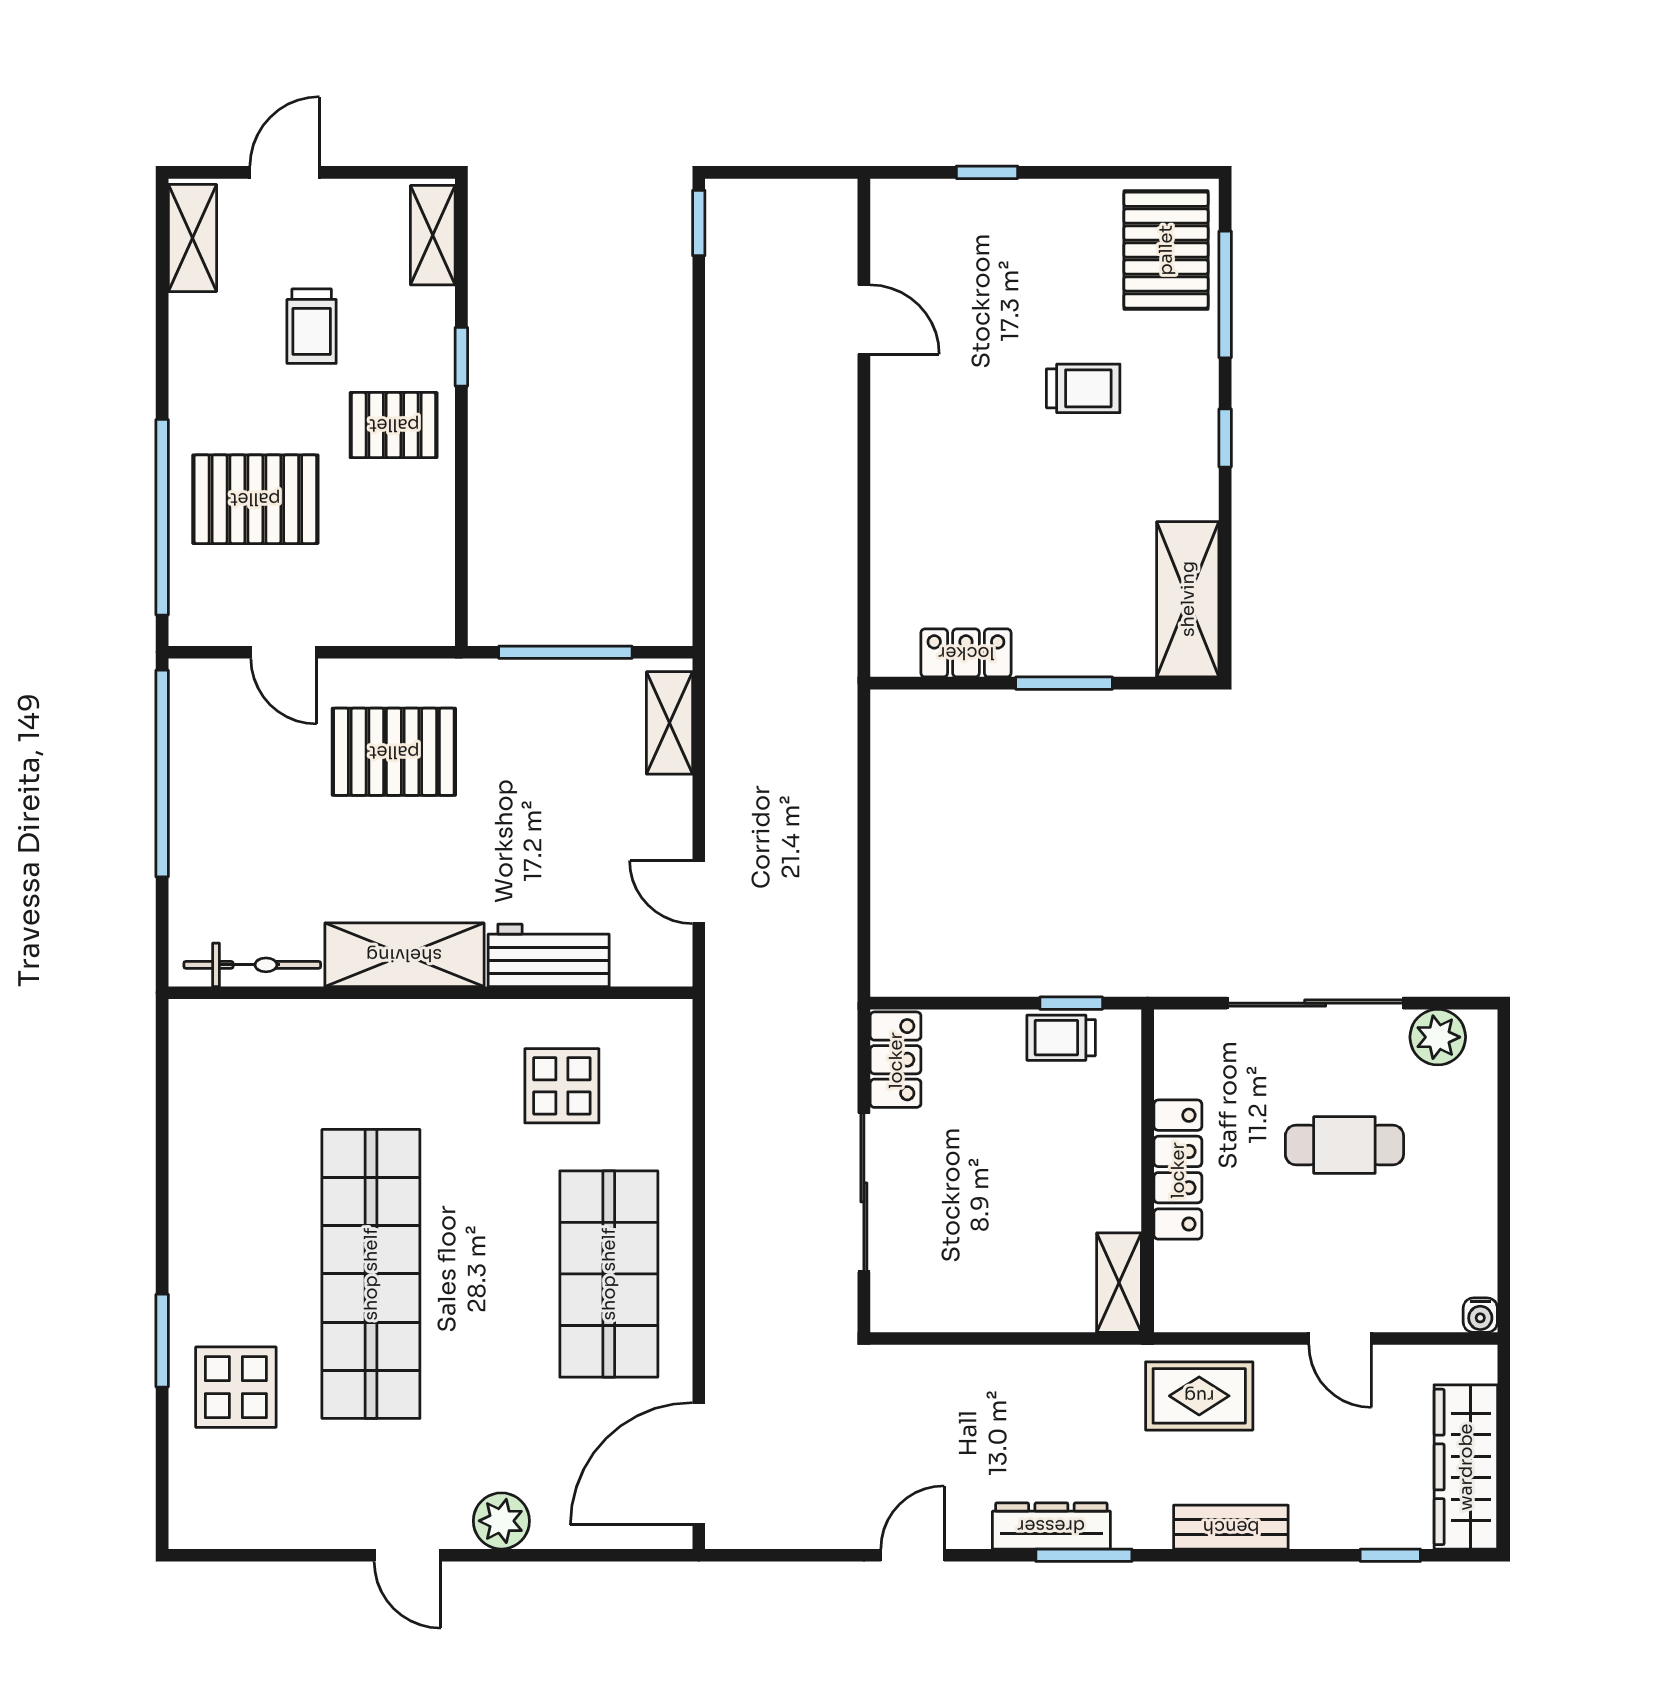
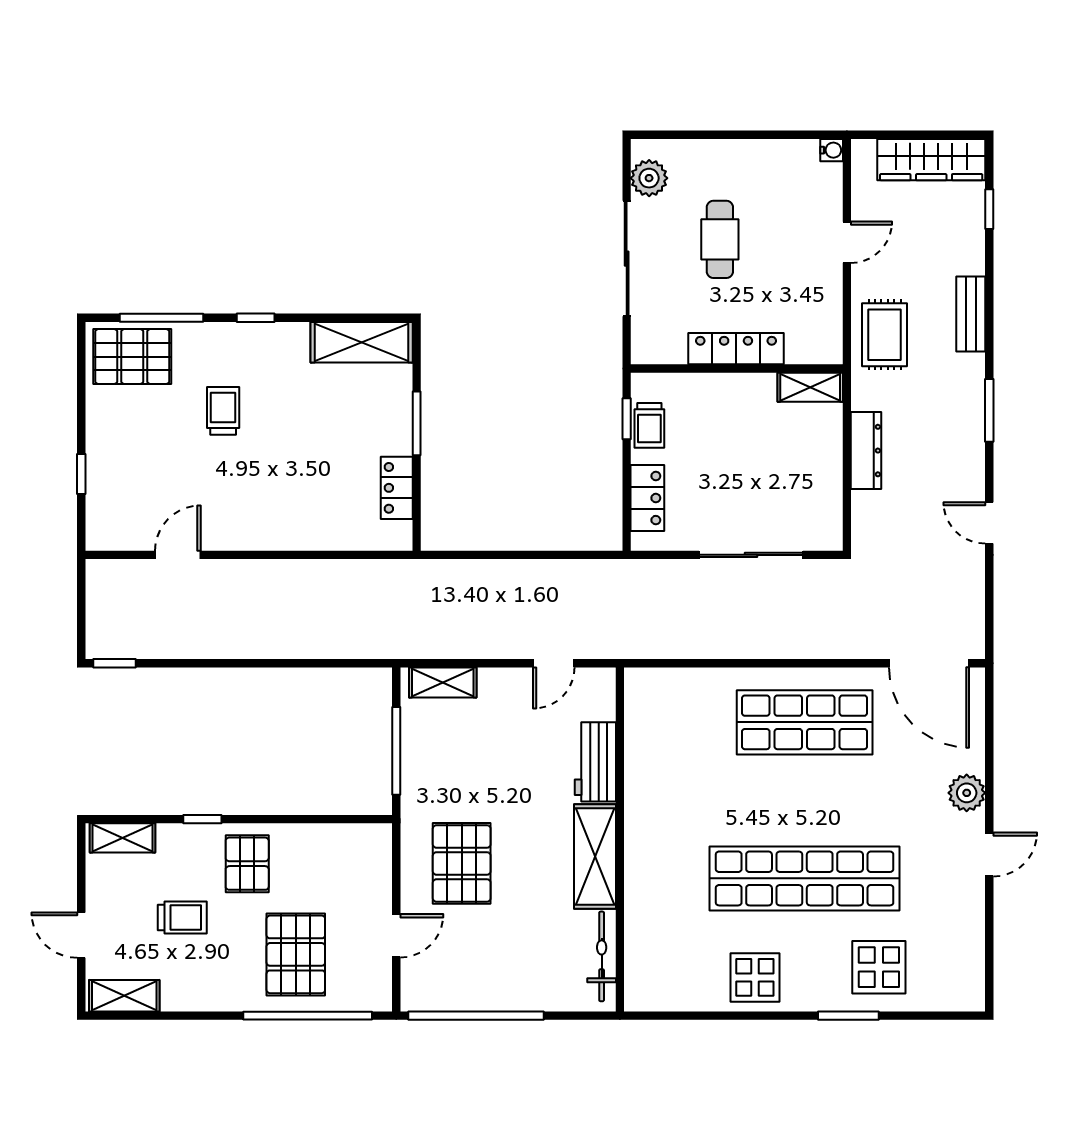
locker: (896, 1060) -> (647, 498), moved, turned 90
display table: (562, 1086) -> (755, 977), moved
dresser: (1051, 1526) -> (866, 451), moved, turned 180

